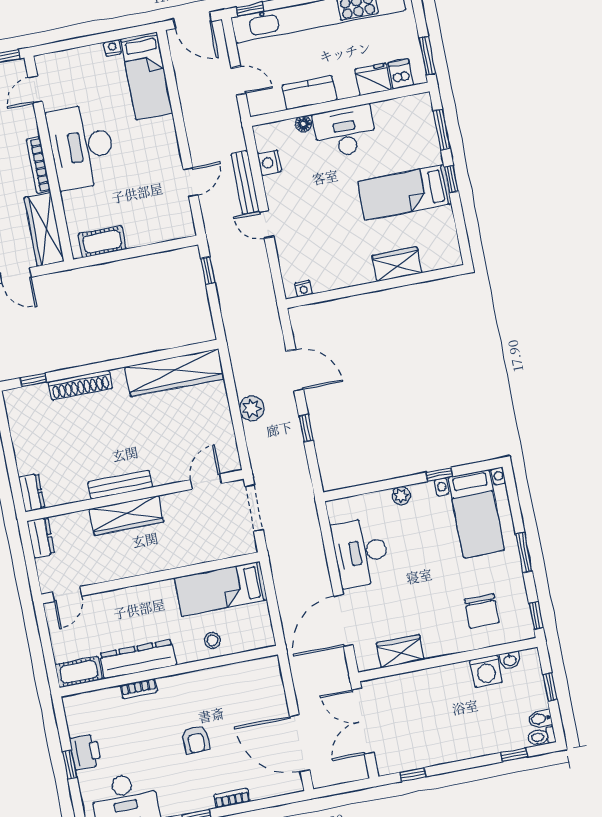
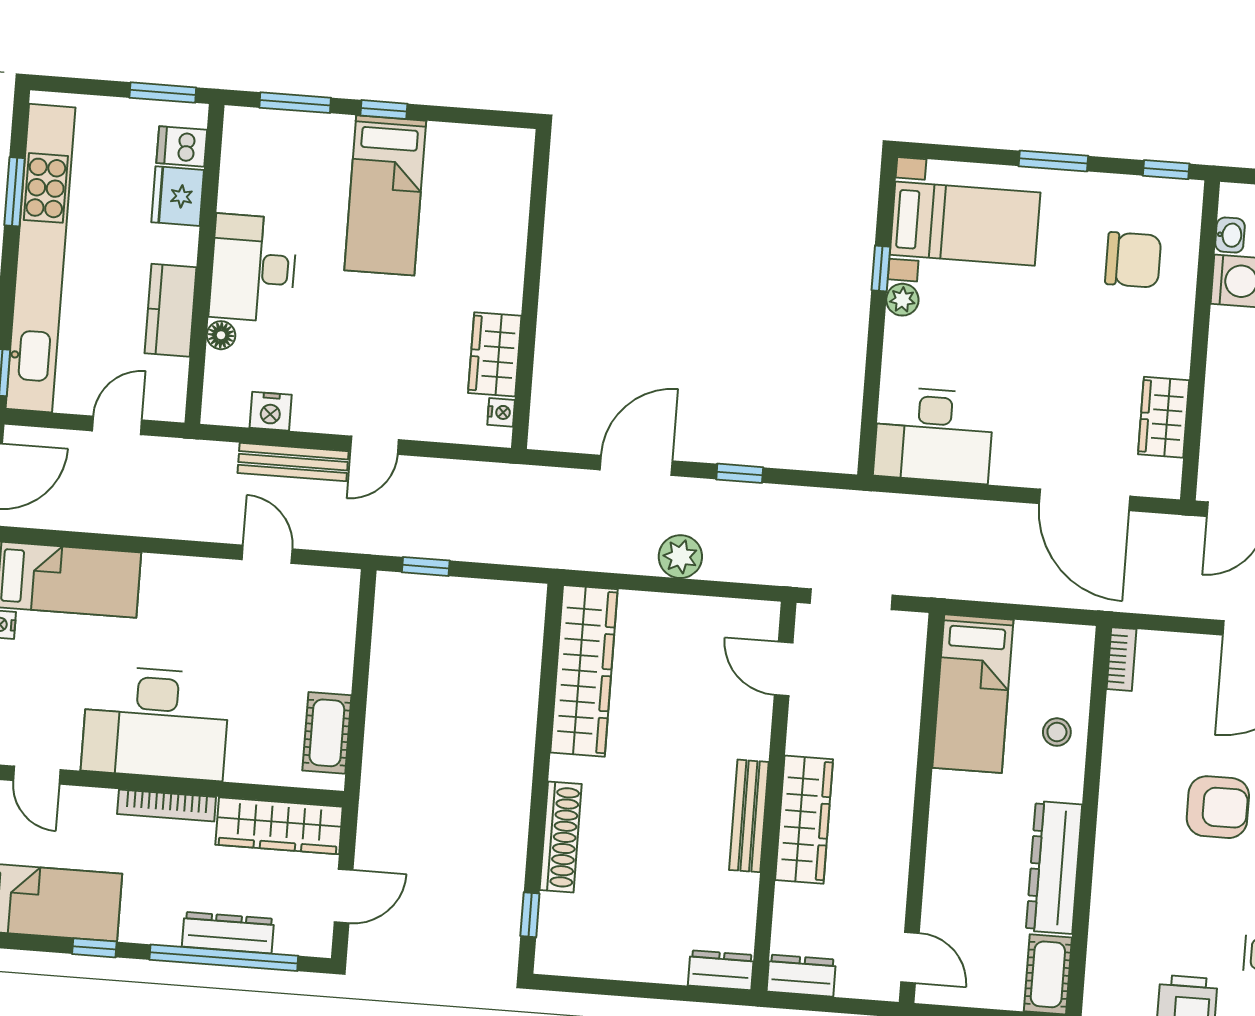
wardrobe: (397, 264) -> (495, 354), moved
plant: (401, 496) -> (902, 300), moved
desk: (361, 552) -> (934, 435), moved
bookcase: (139, 689) -> (1121, 659), moved
armchair: (196, 740) -> (1218, 807), width x1.38, depth x1.38

